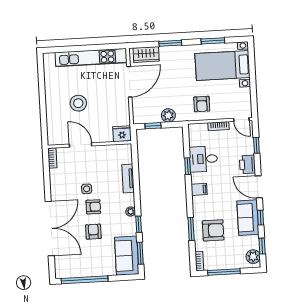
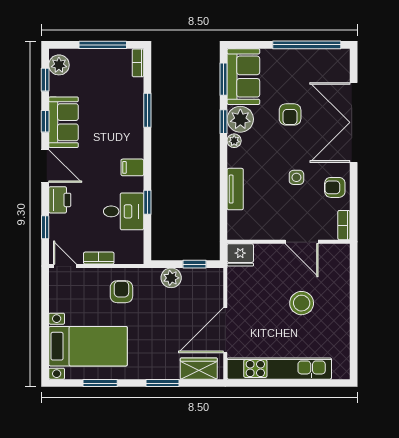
armchair: (93, 207) -> (335, 187), moved
plant: (127, 226) -> (240, 119), added
armchair: (213, 230) -> (115, 106), removed

